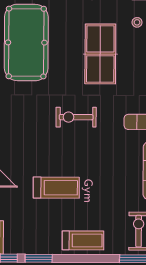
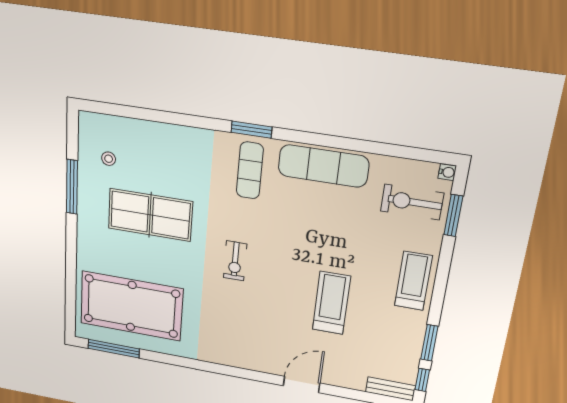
exercise bike: (76, 117) -> (235, 261), width x0.73, depth x0.72

